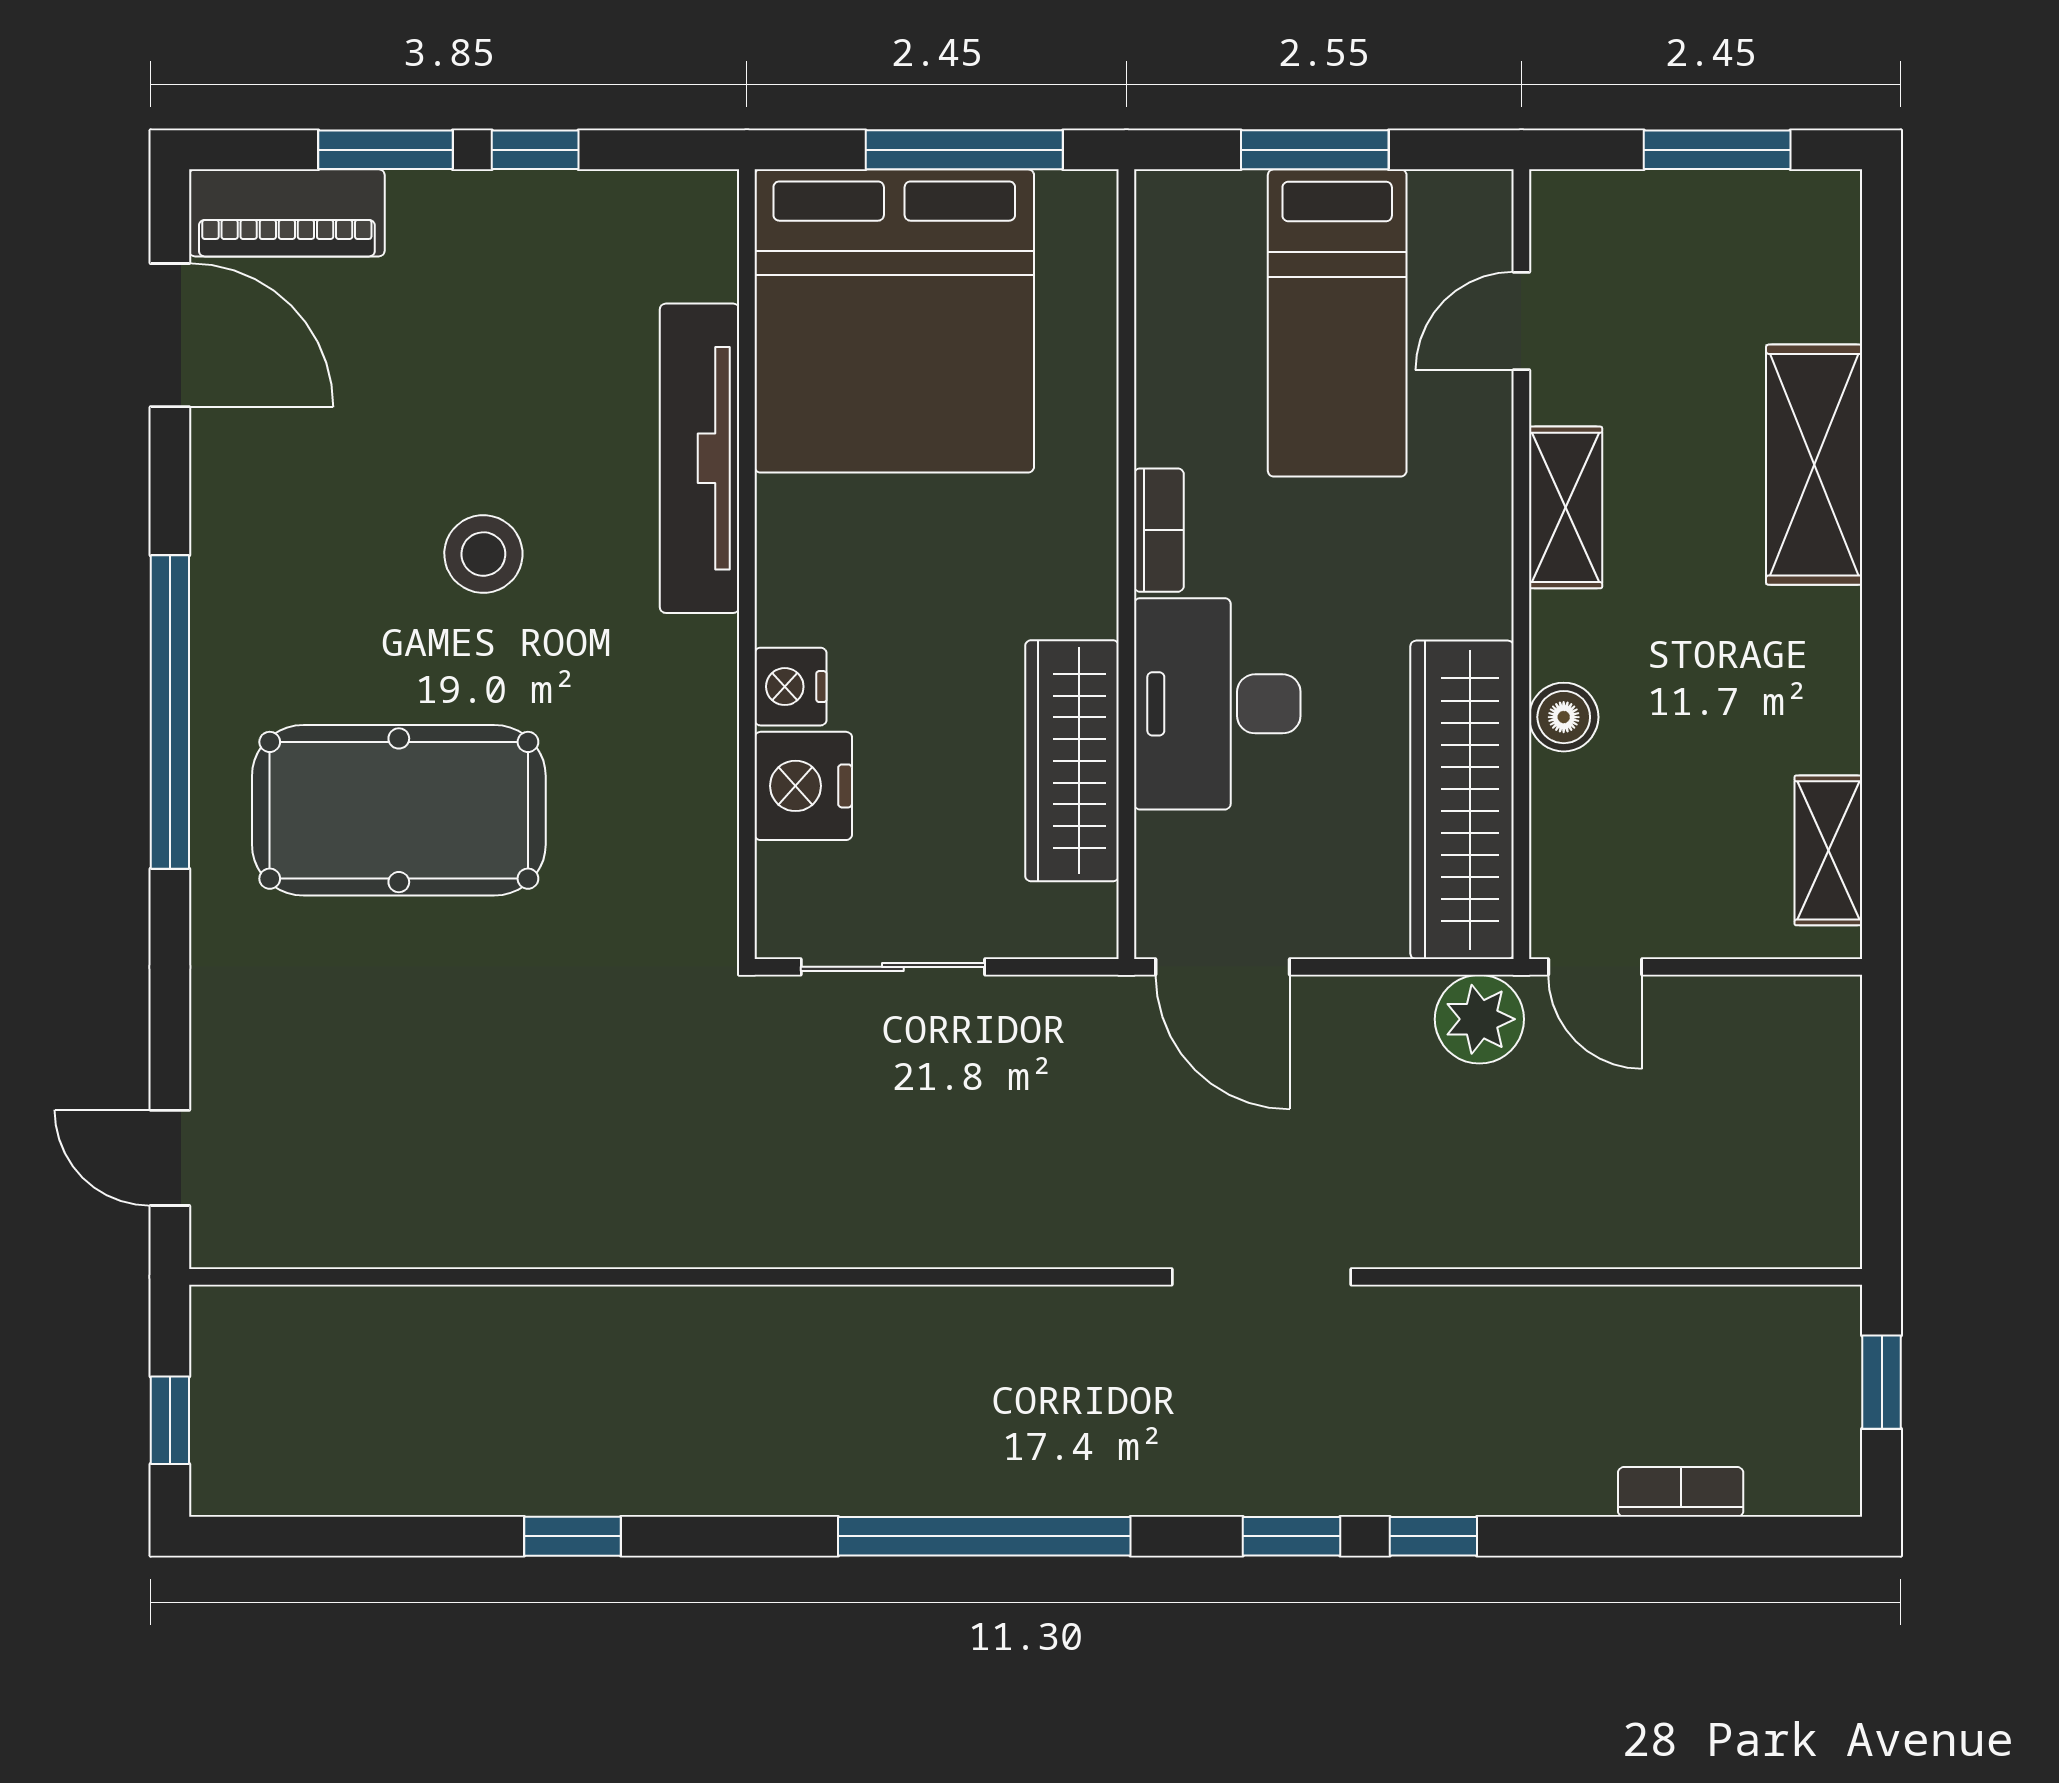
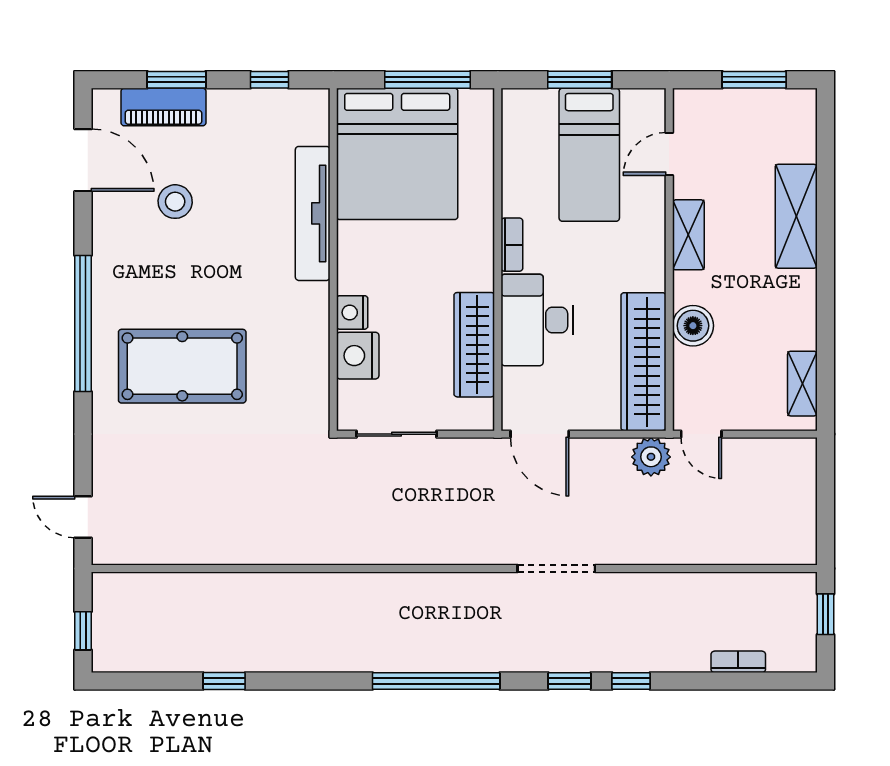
window: (535, 150) -> (269, 80), moved
piano: (287, 213) -> (163, 107), moved
stool: (483, 554) -> (175, 202), moved
boiler: (1564, 717) -> (693, 326), width x1.36, depth x1.36
window: (573, 1536) -> (224, 681), moved

